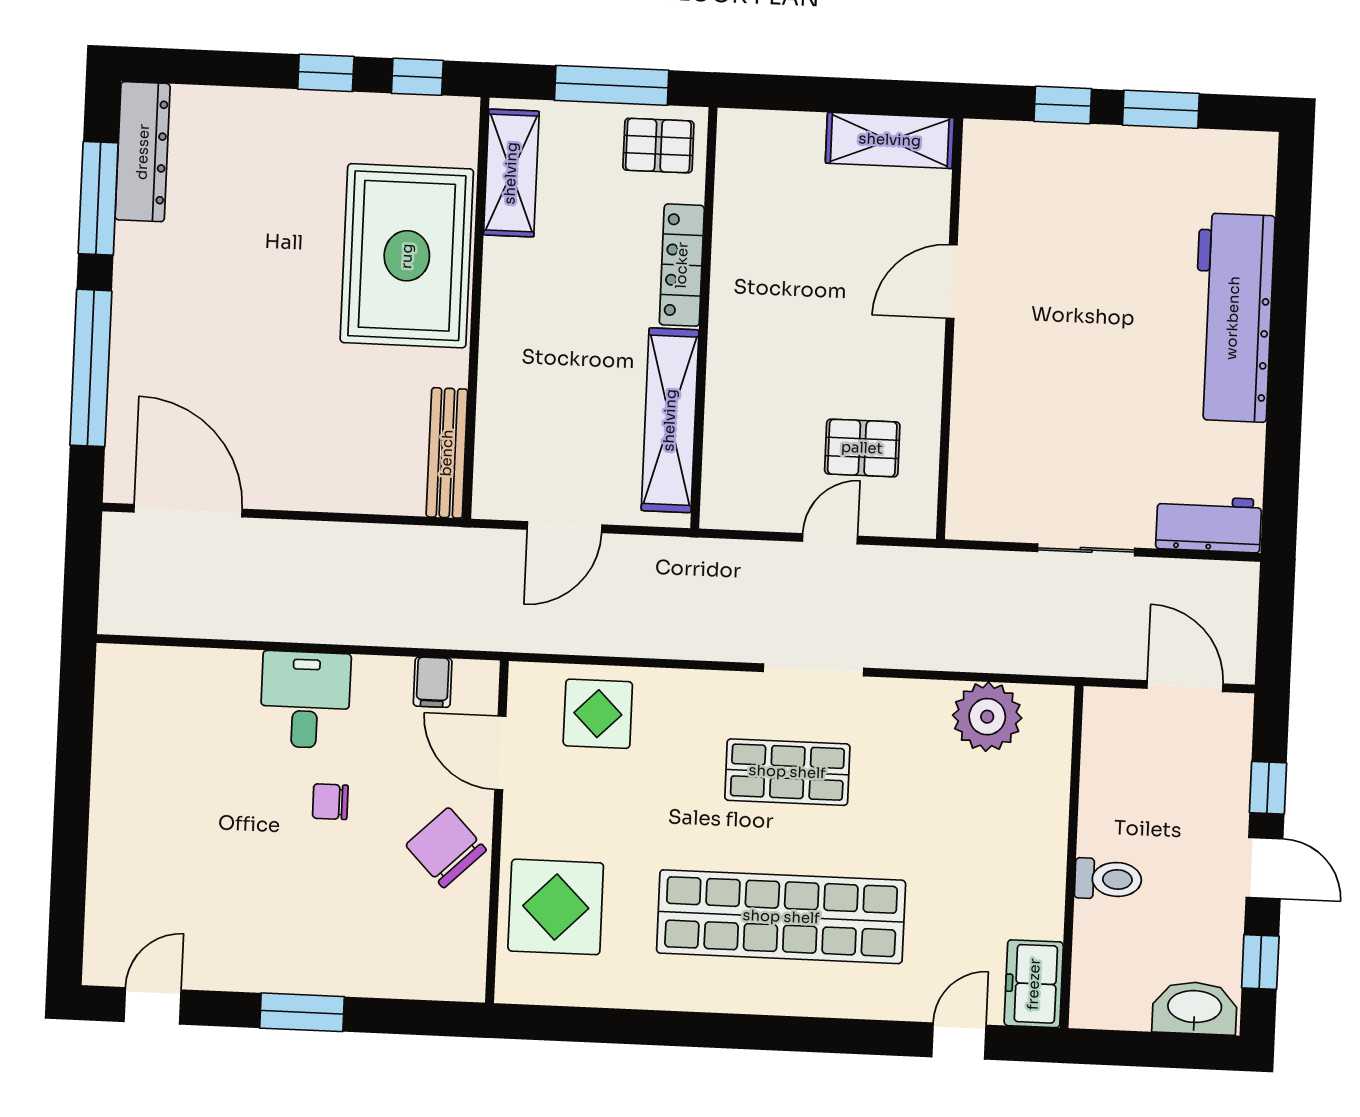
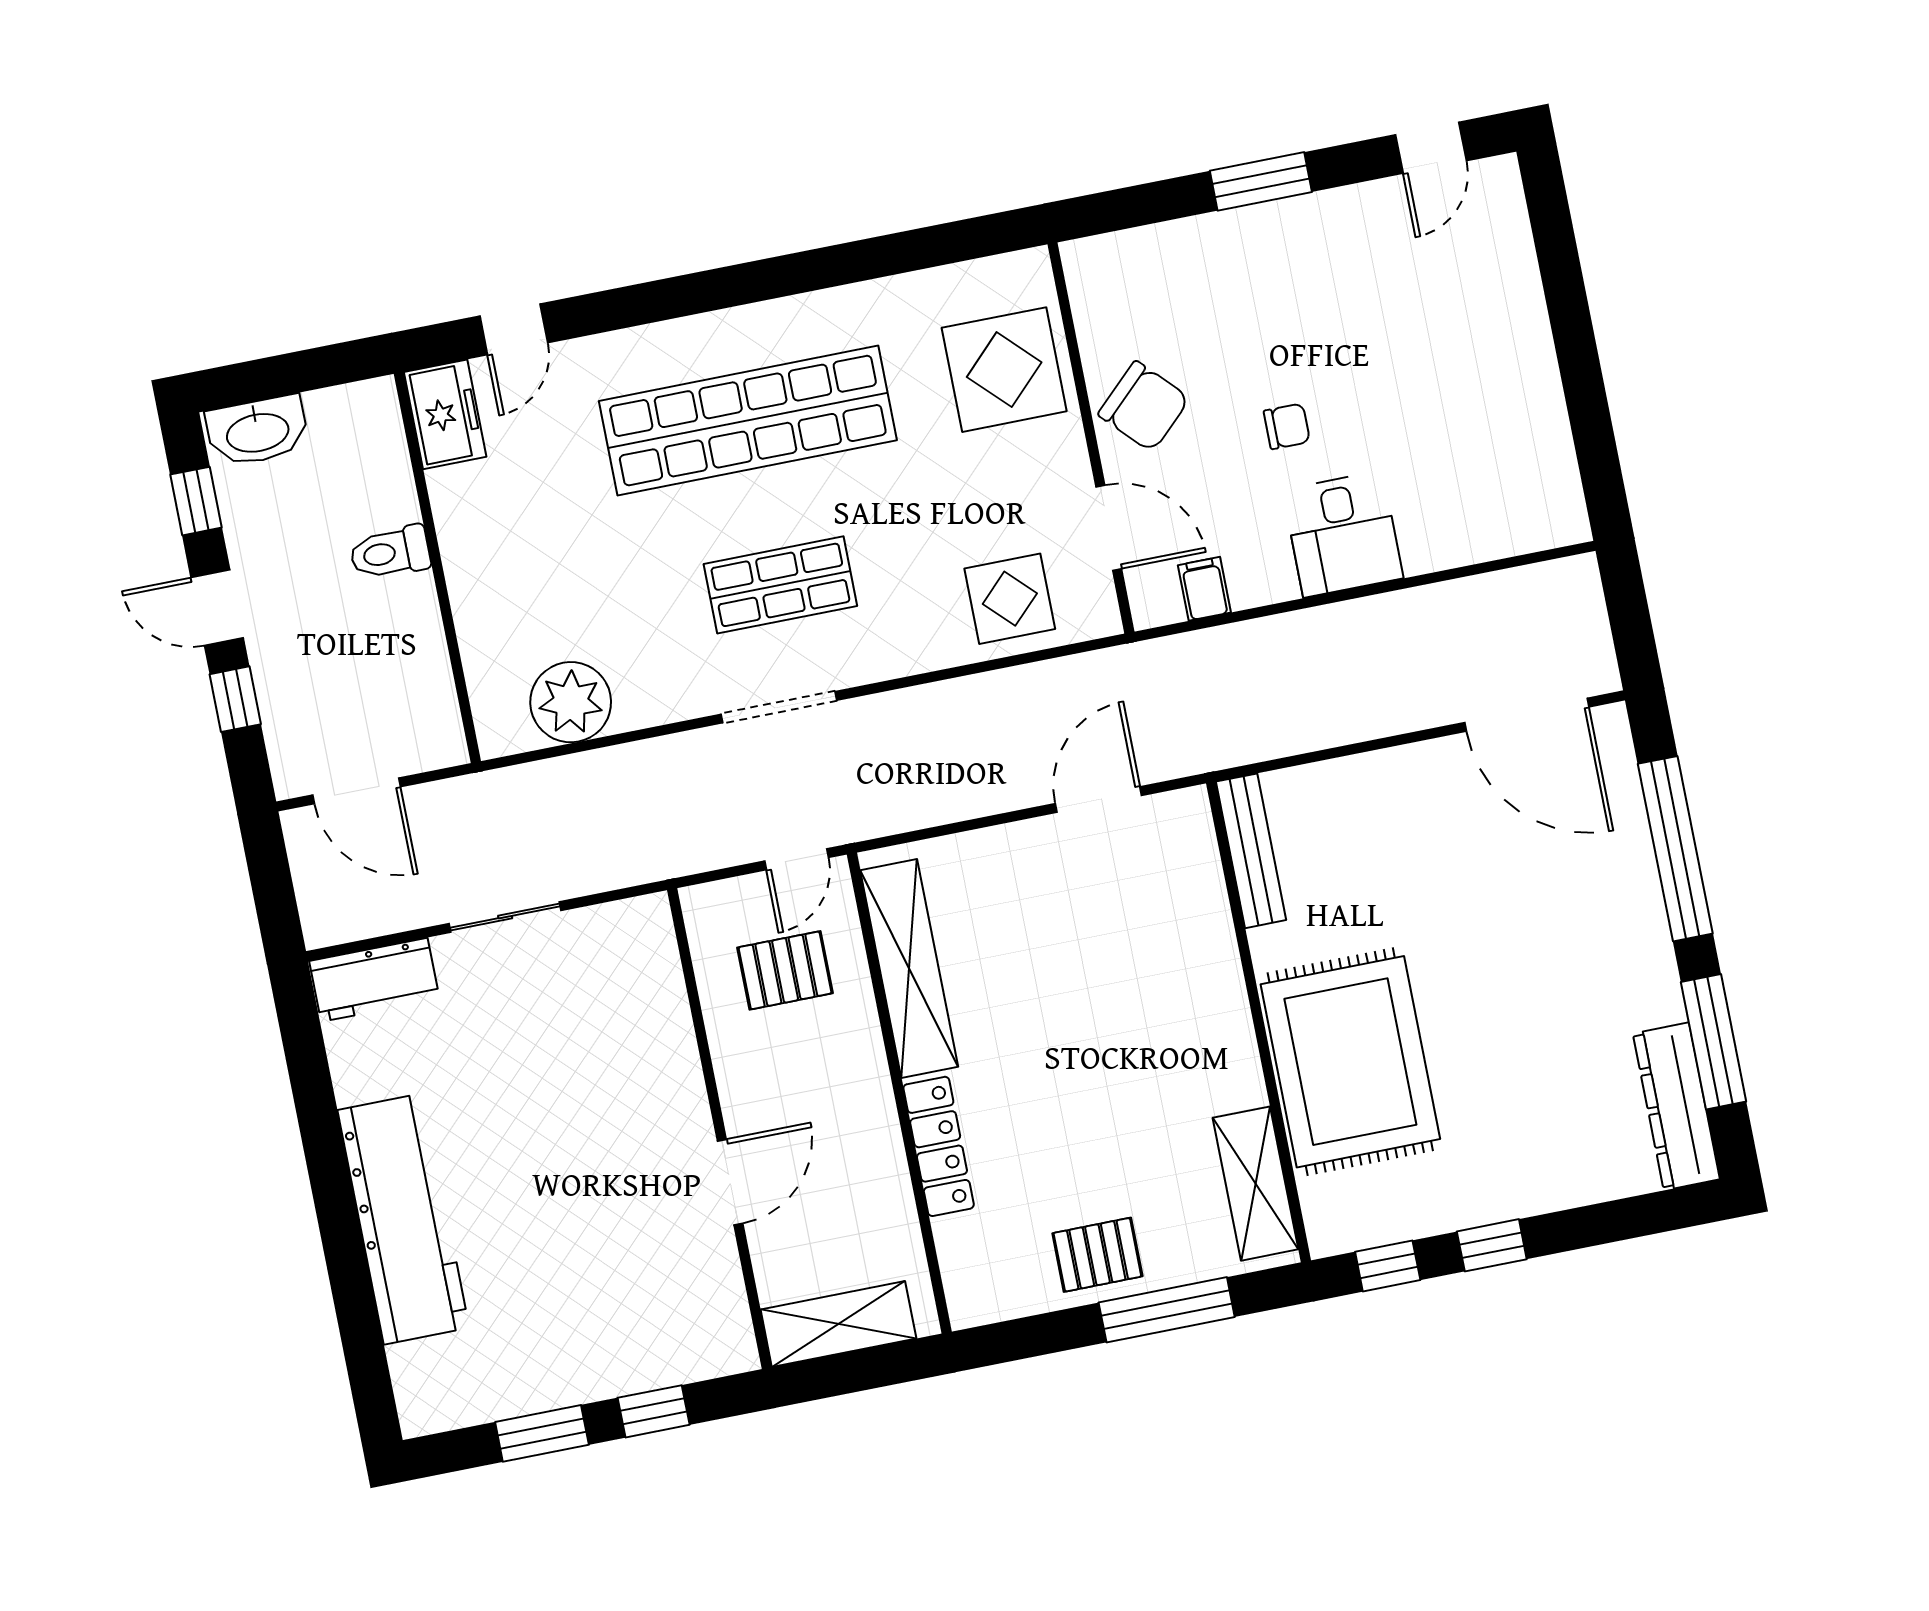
locker: (682, 265) -> (939, 1146), moved
wall: (704, 318) -> (899, 1093), moved
shelving: (670, 420) -> (909, 969), moved

